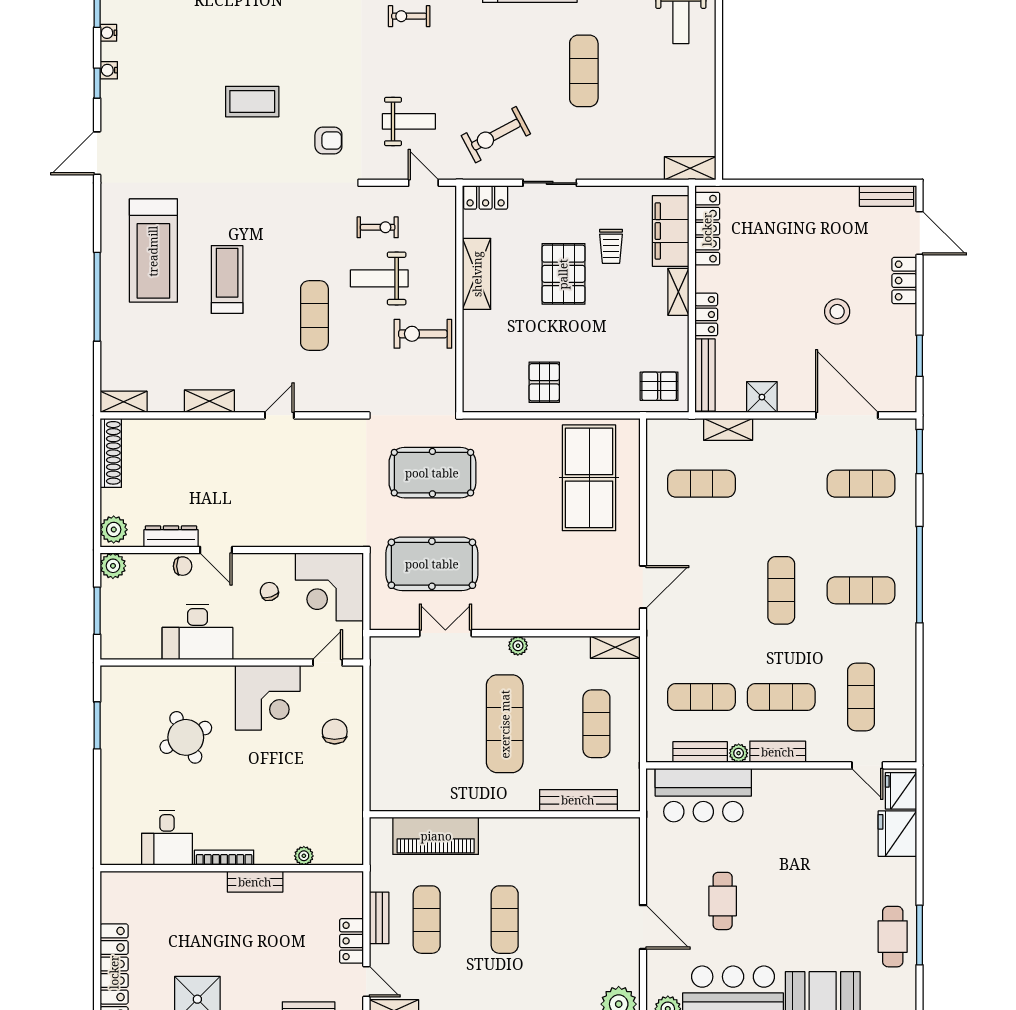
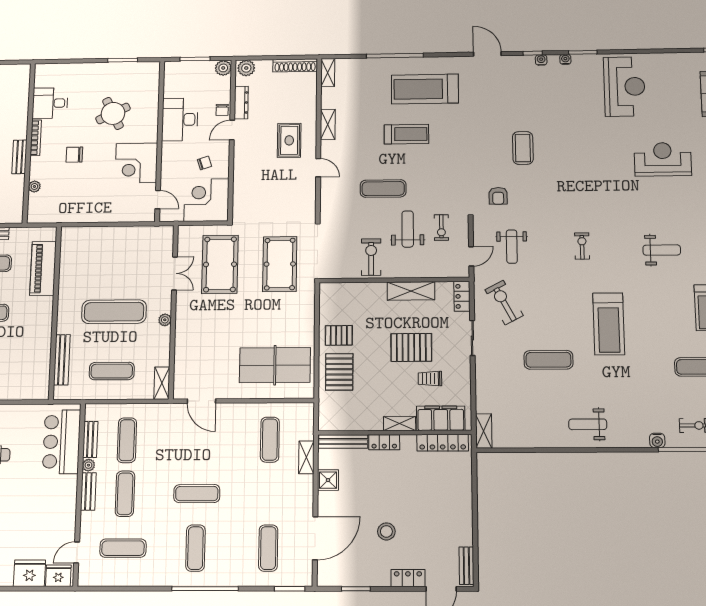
pallet: (659, 386) -> (339, 372), moved, width x1.50, depth x1.42
rug: (234, 461) -> (289, 140), added
chair: (335, 732) -> (74, 155), moved, turned 180

